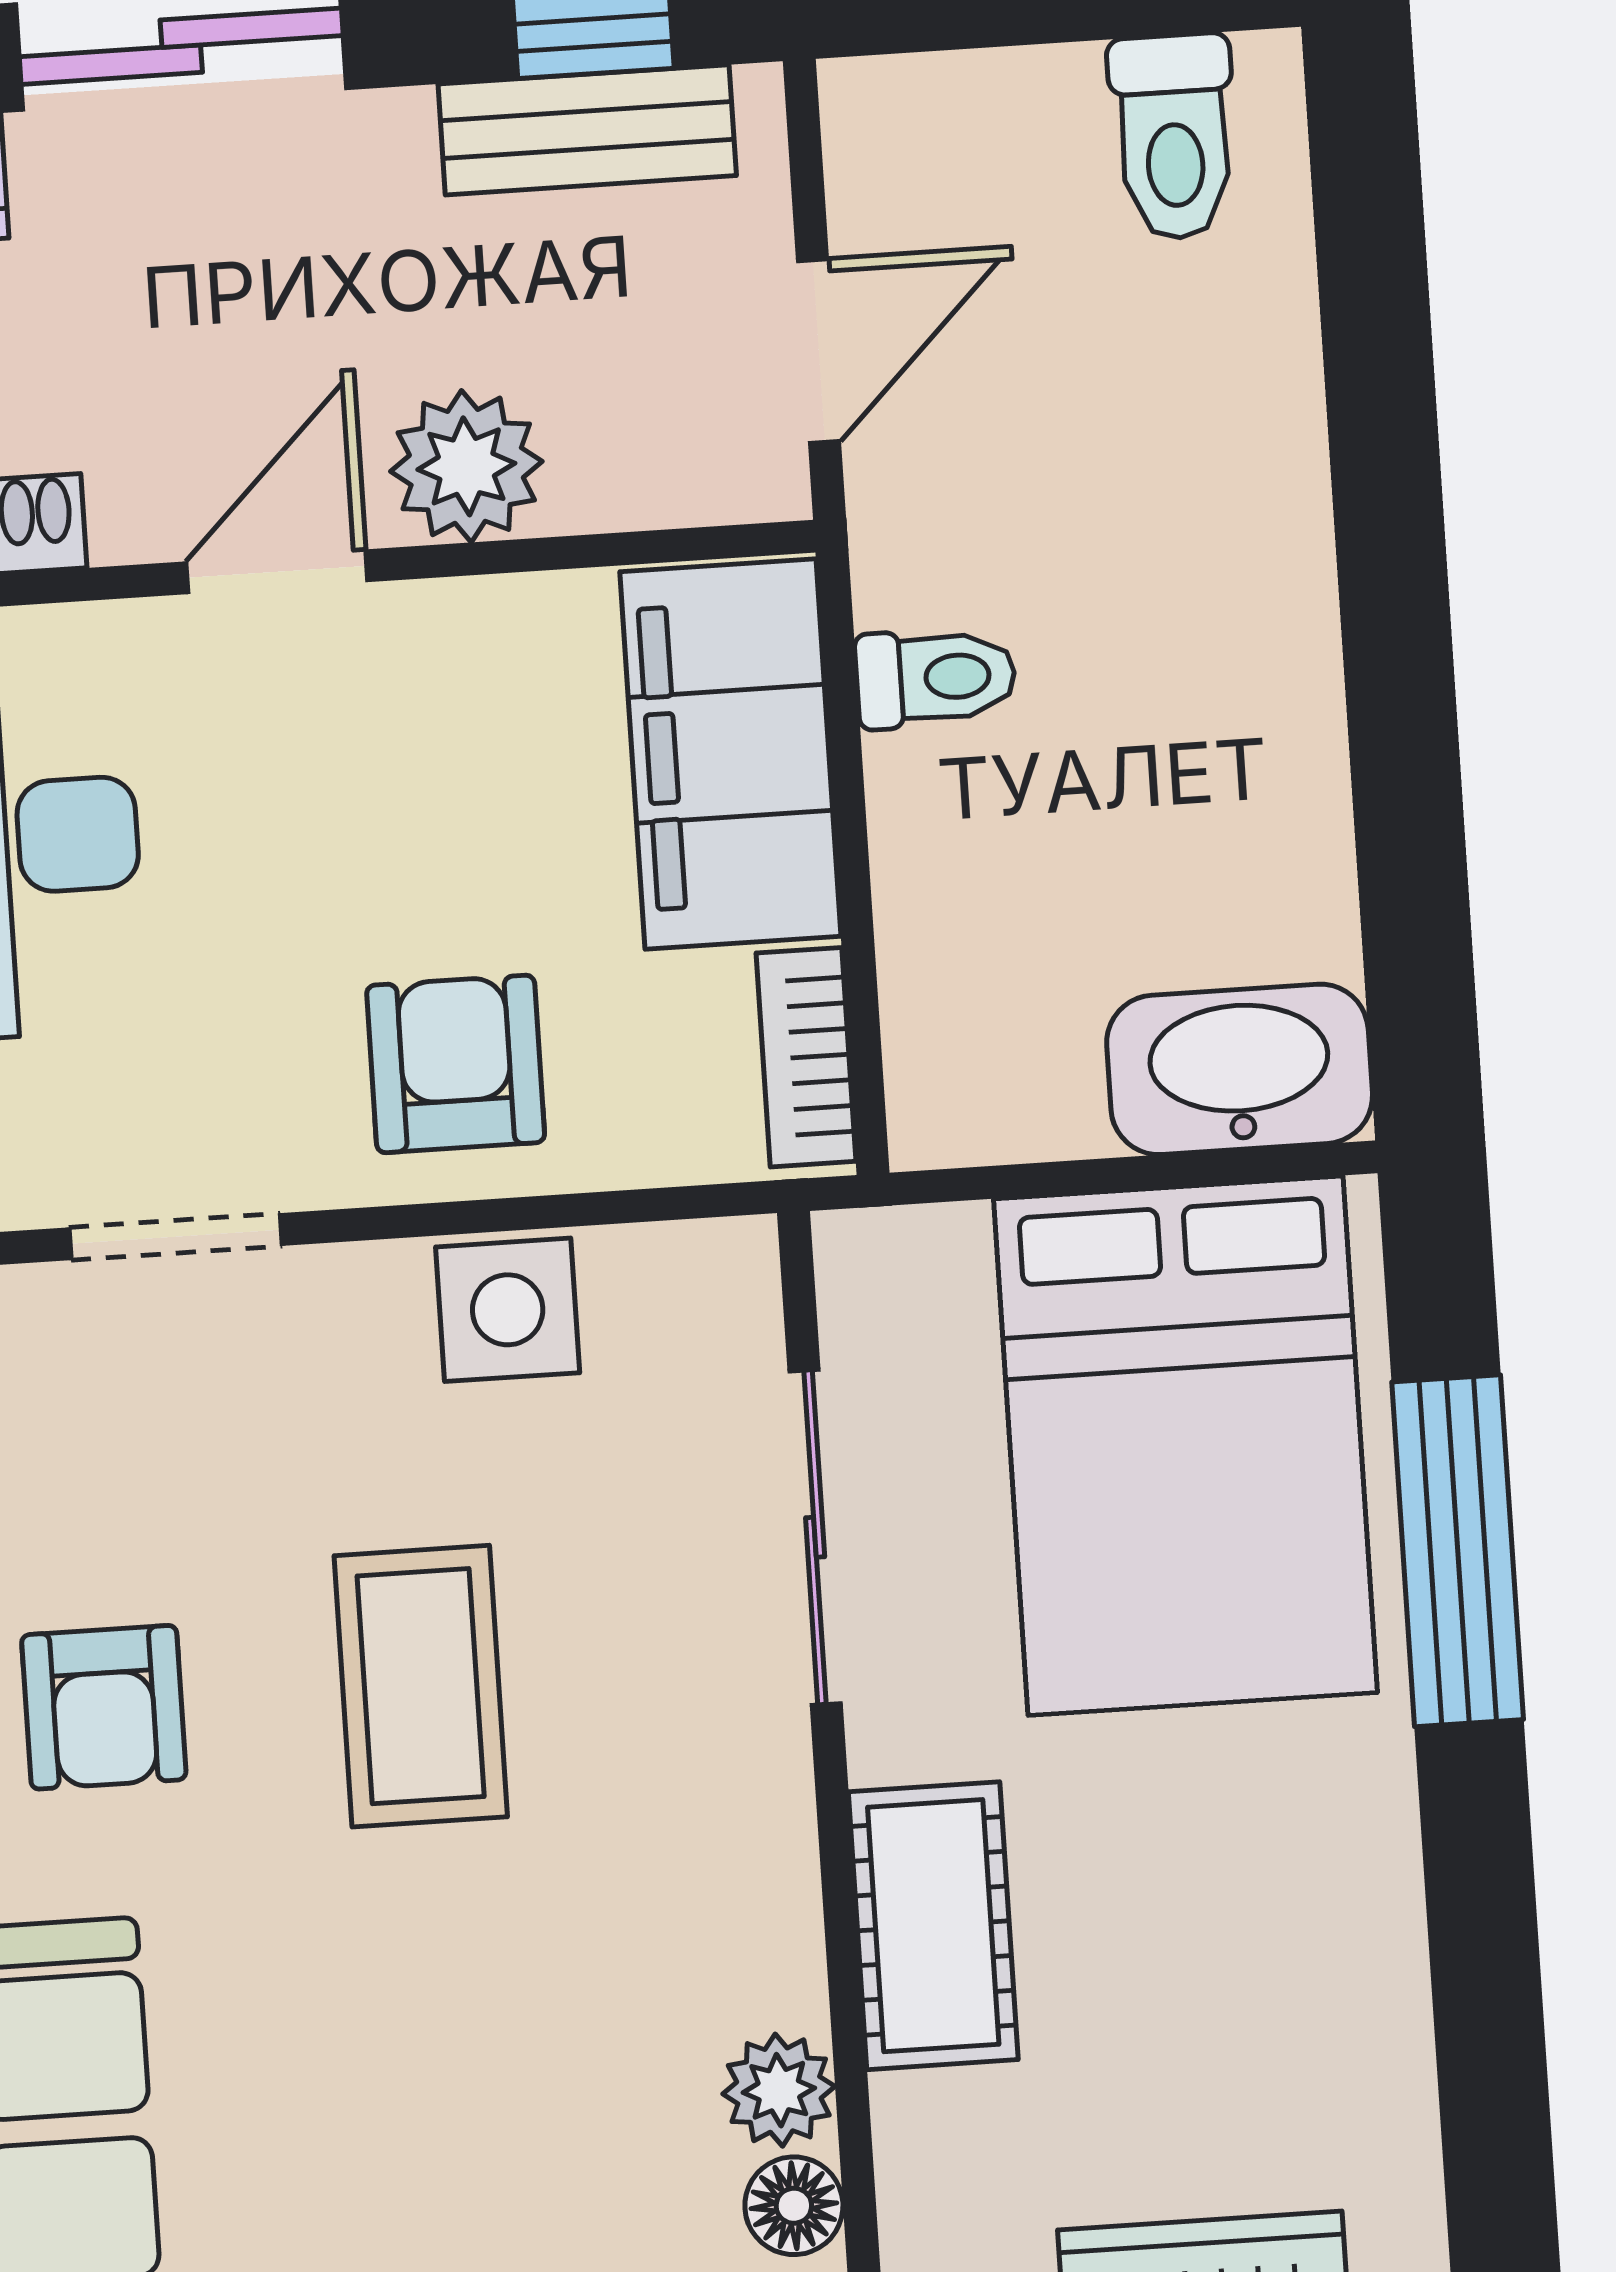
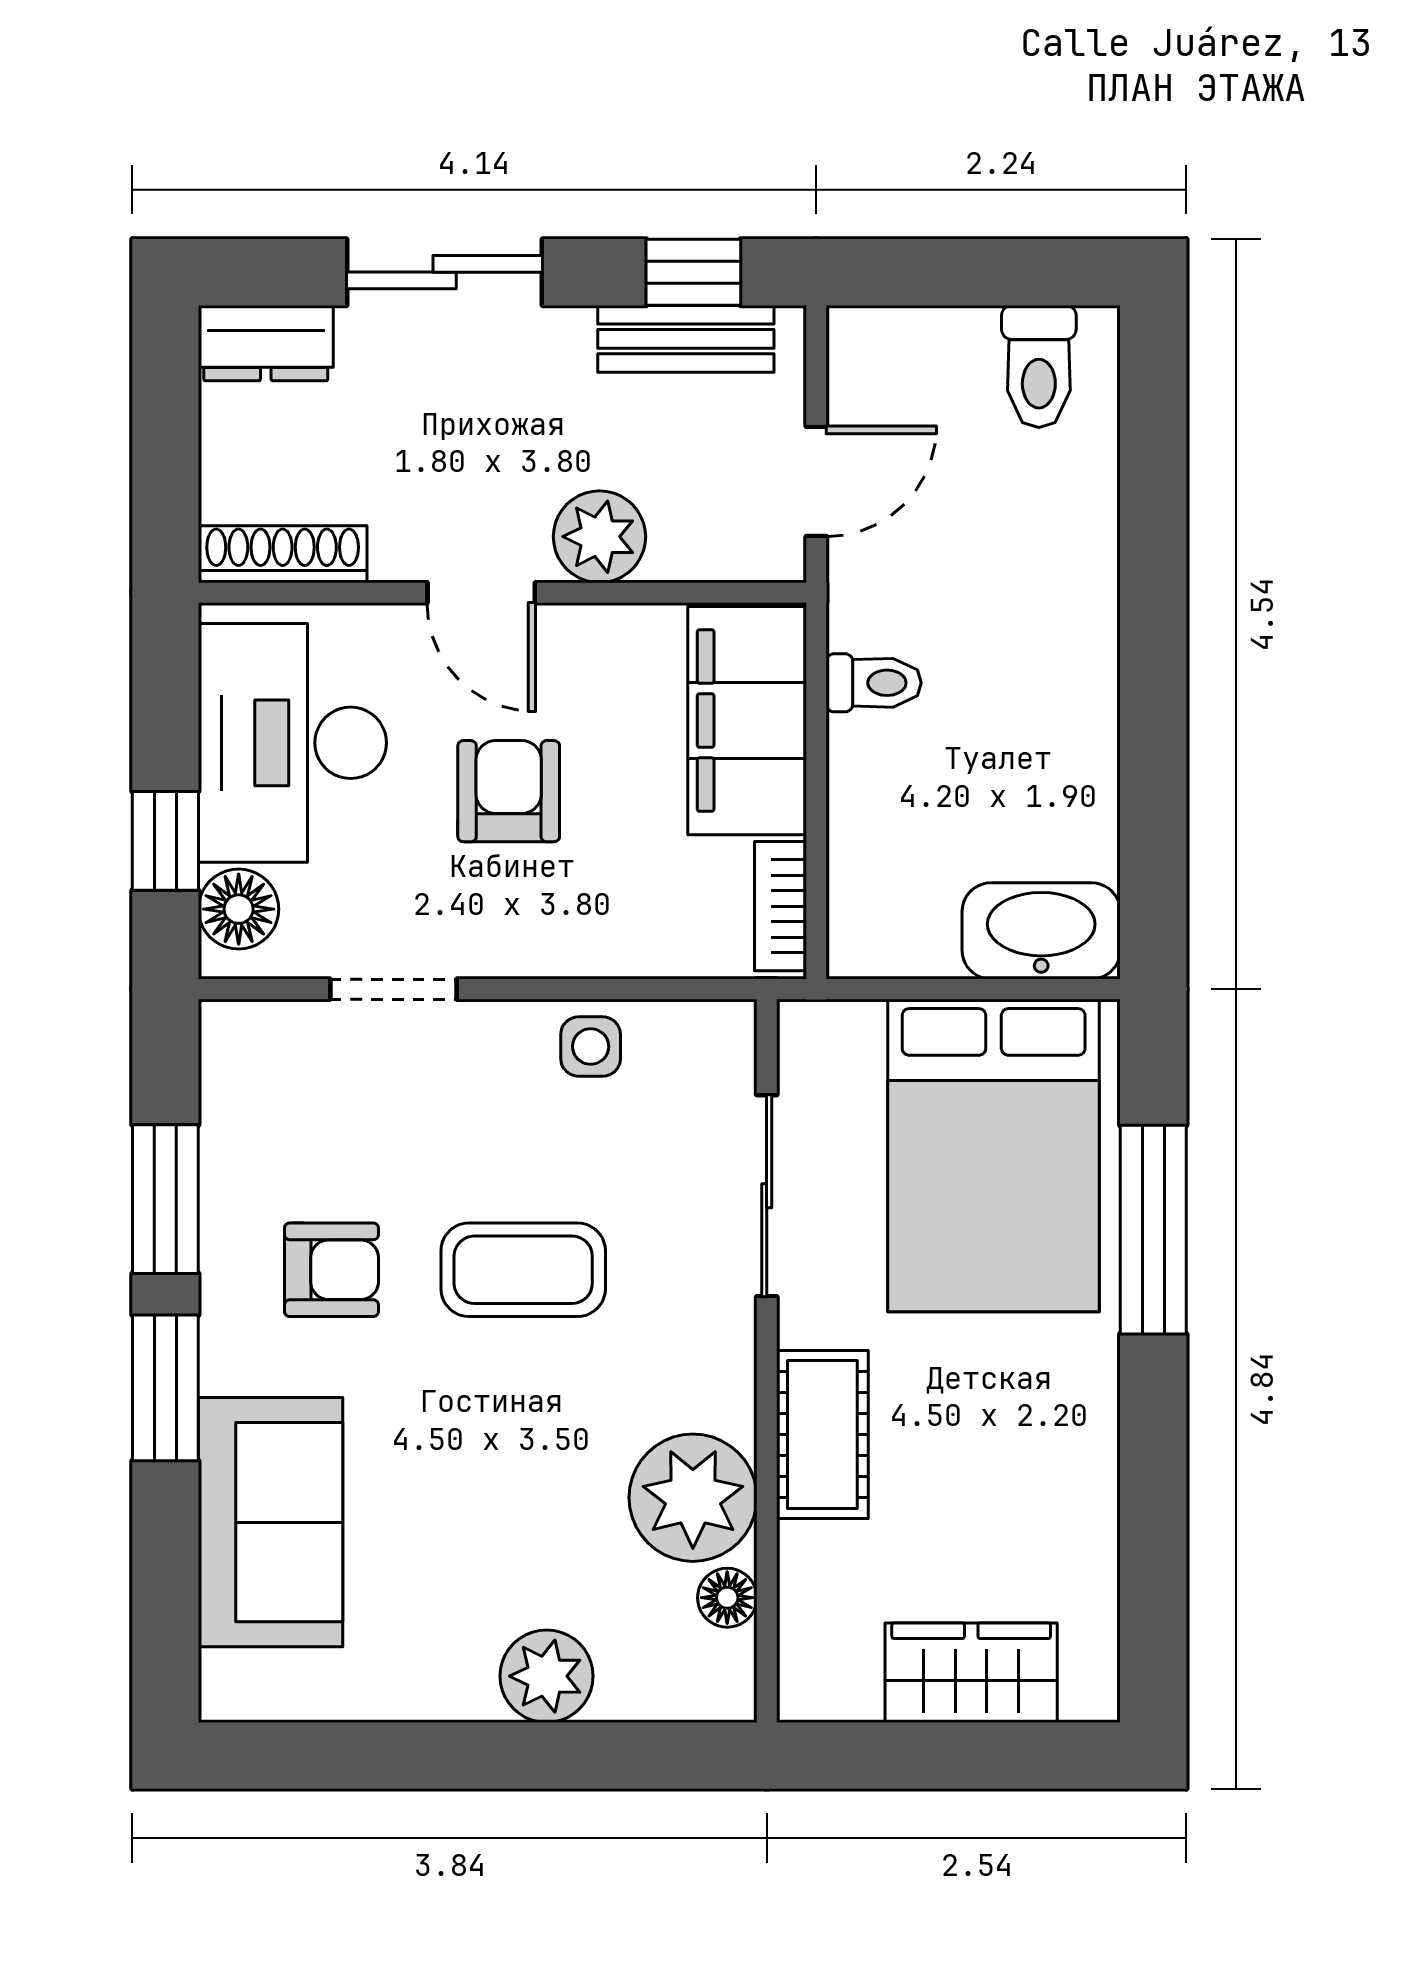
door: (277, 572) -> (481, 593), swing flipped
armchair: (456, 1064) -> (509, 791), moved
side table: (508, 1310) -> (591, 1046), width x0.73, depth x0.73
coffee table: (421, 1686) -> (523, 1270), turned 90
armchair: (104, 1707) -> (331, 1270), turned -90
plant: (779, 2090) -> (693, 1498), width x1.87, depth x1.87

